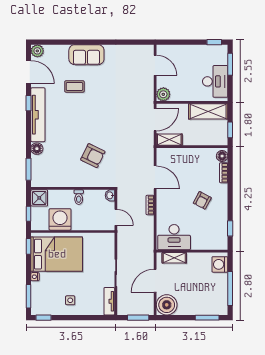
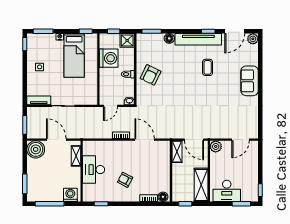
coffee table: (74, 86) -> (208, 67), moved
armchair: (93, 156) -> (151, 75), moved
door: (155, 177) -> (145, 140), swing flipped
desk: (174, 237) -> (94, 170), moved
bed: (57, 254) -> (74, 55), width x0.67

